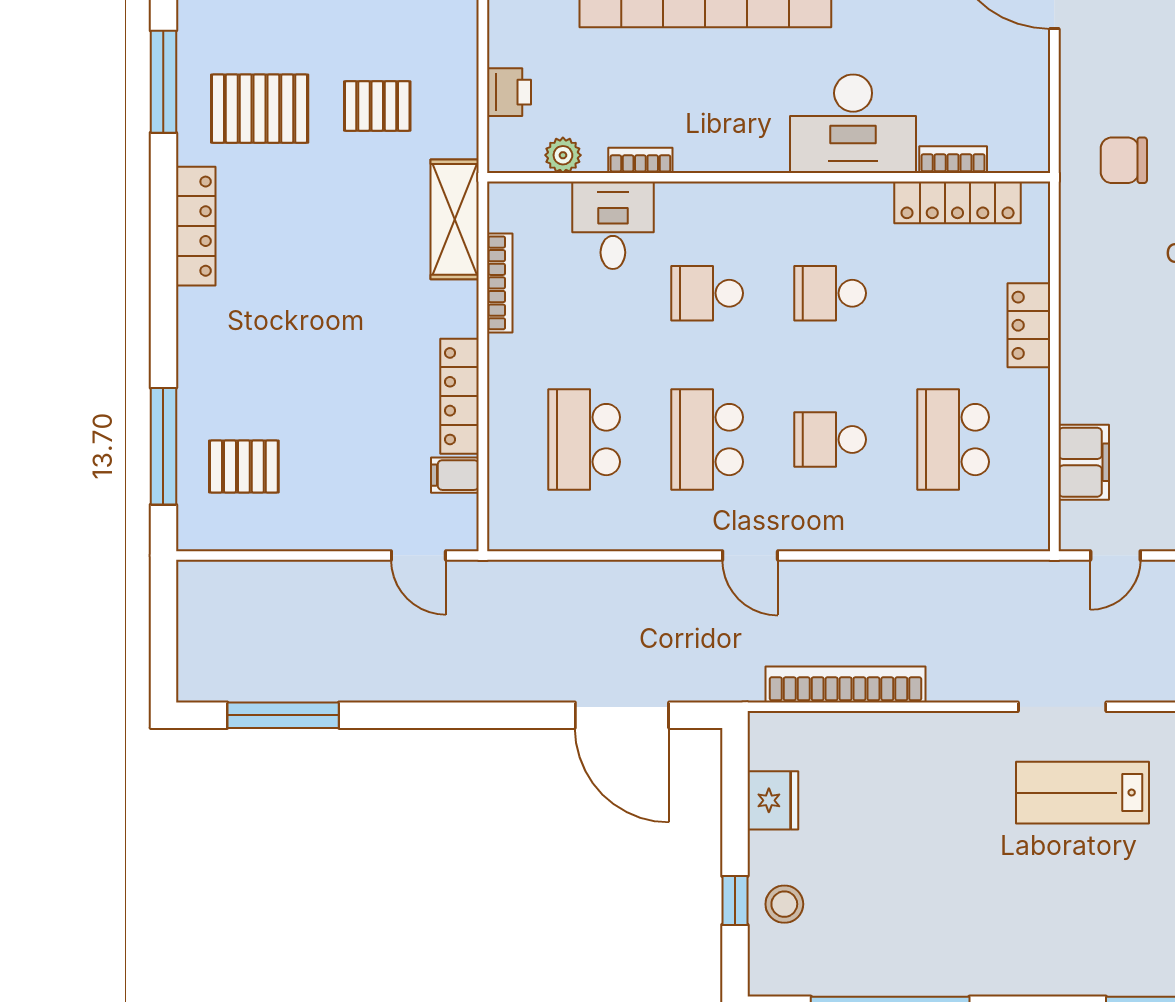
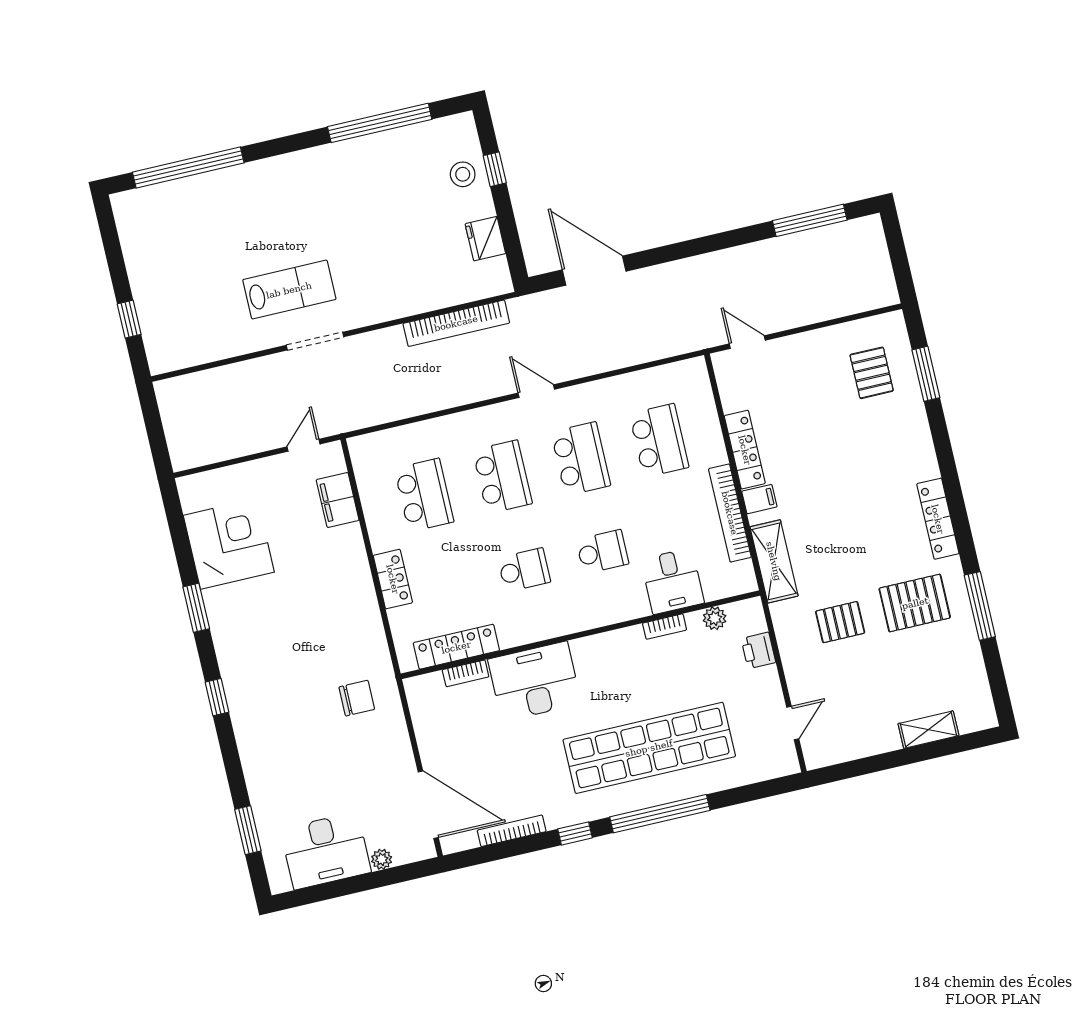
bookcase: (500, 283) -> (730, 513), width x1.48, depth x1.31
school desk: (830, 440) -> (502, 477), width x1.85
window: (163, 446) -> (926, 374), width x0.69
pallet: (244, 467) -> (872, 373), turned 90
filing cabinet: (455, 475) -> (759, 499), moved

